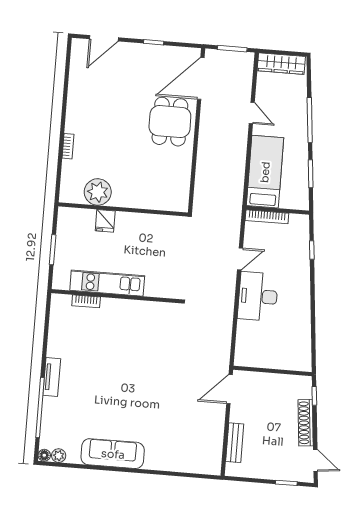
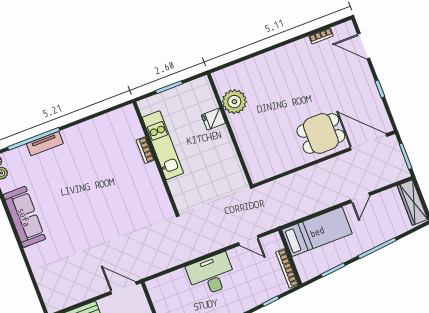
bookcase: (68, 146) -> (321, 36), moved
bookcase: (267, 217) -> (287, 268), moved
door: (240, 259) -> (248, 240), moved
bookcase: (86, 301) -> (145, 150), moved
tv unit: (52, 377) -> (45, 144), moved

